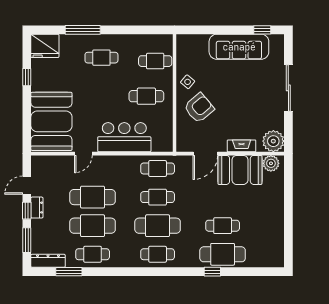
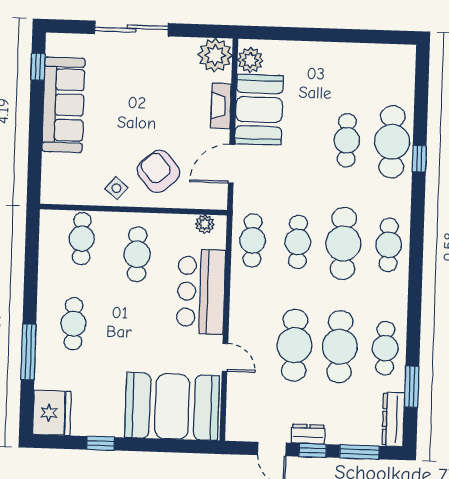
plant: (167, 138) -> (205, 224), added
door: (205, 154) -> (231, 164), swing flipped

